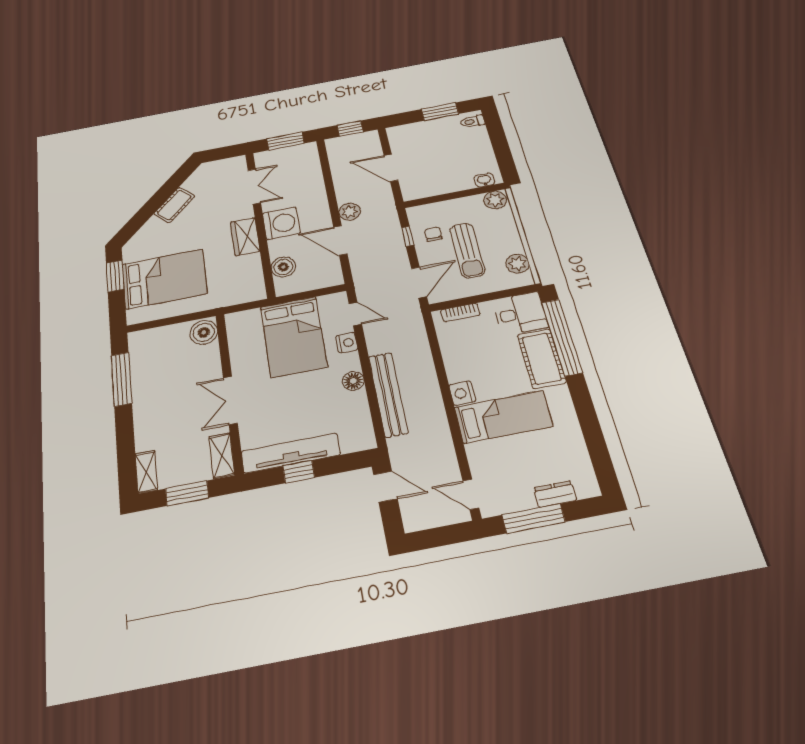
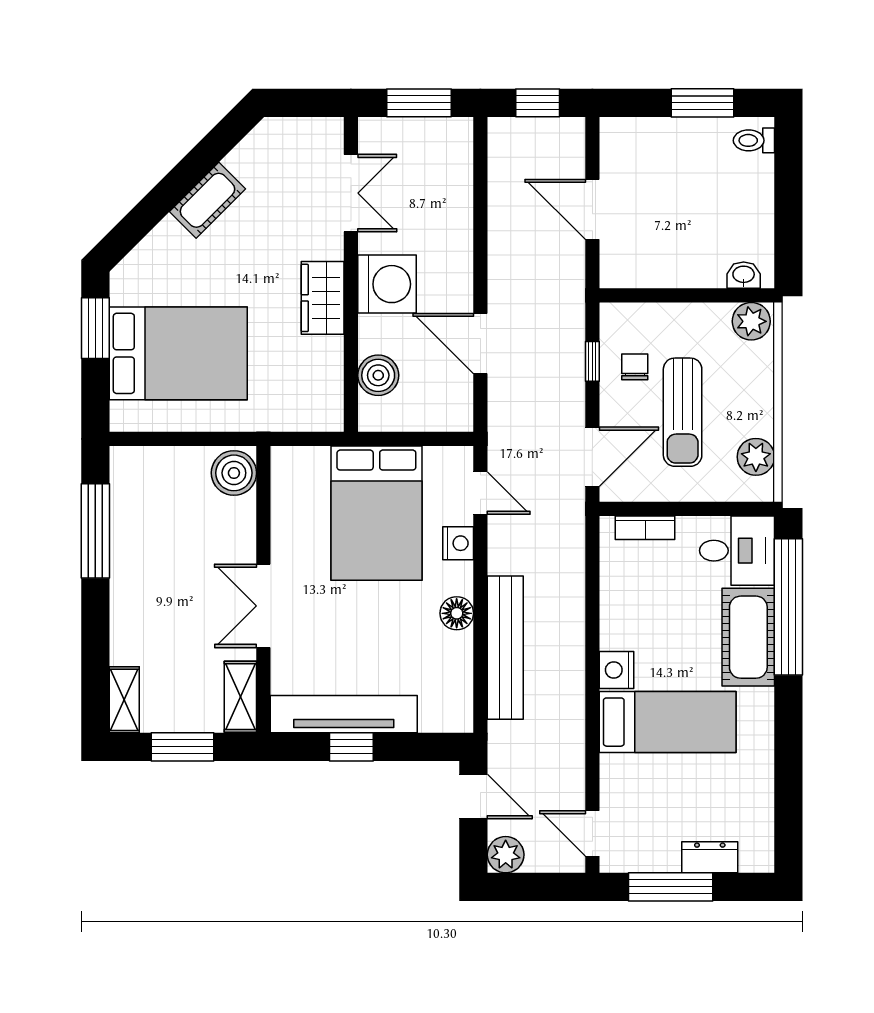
plant: (350, 212) -> (506, 855), moved

